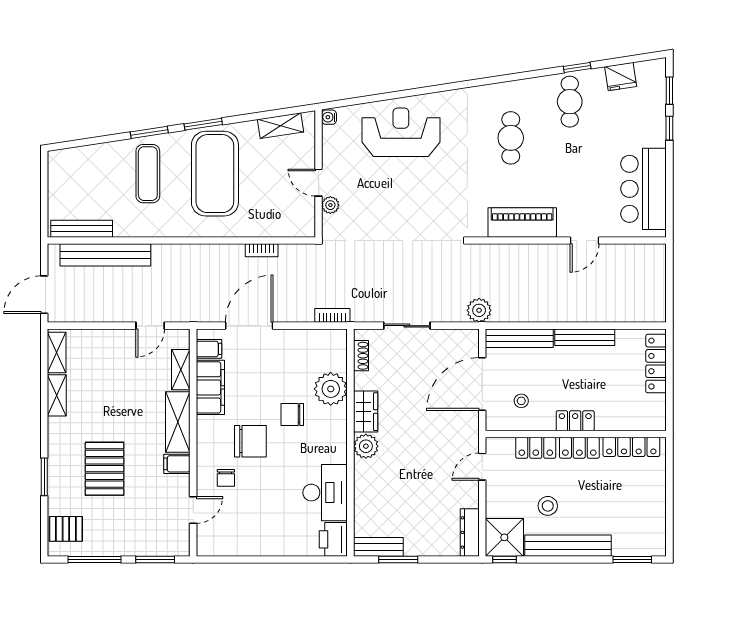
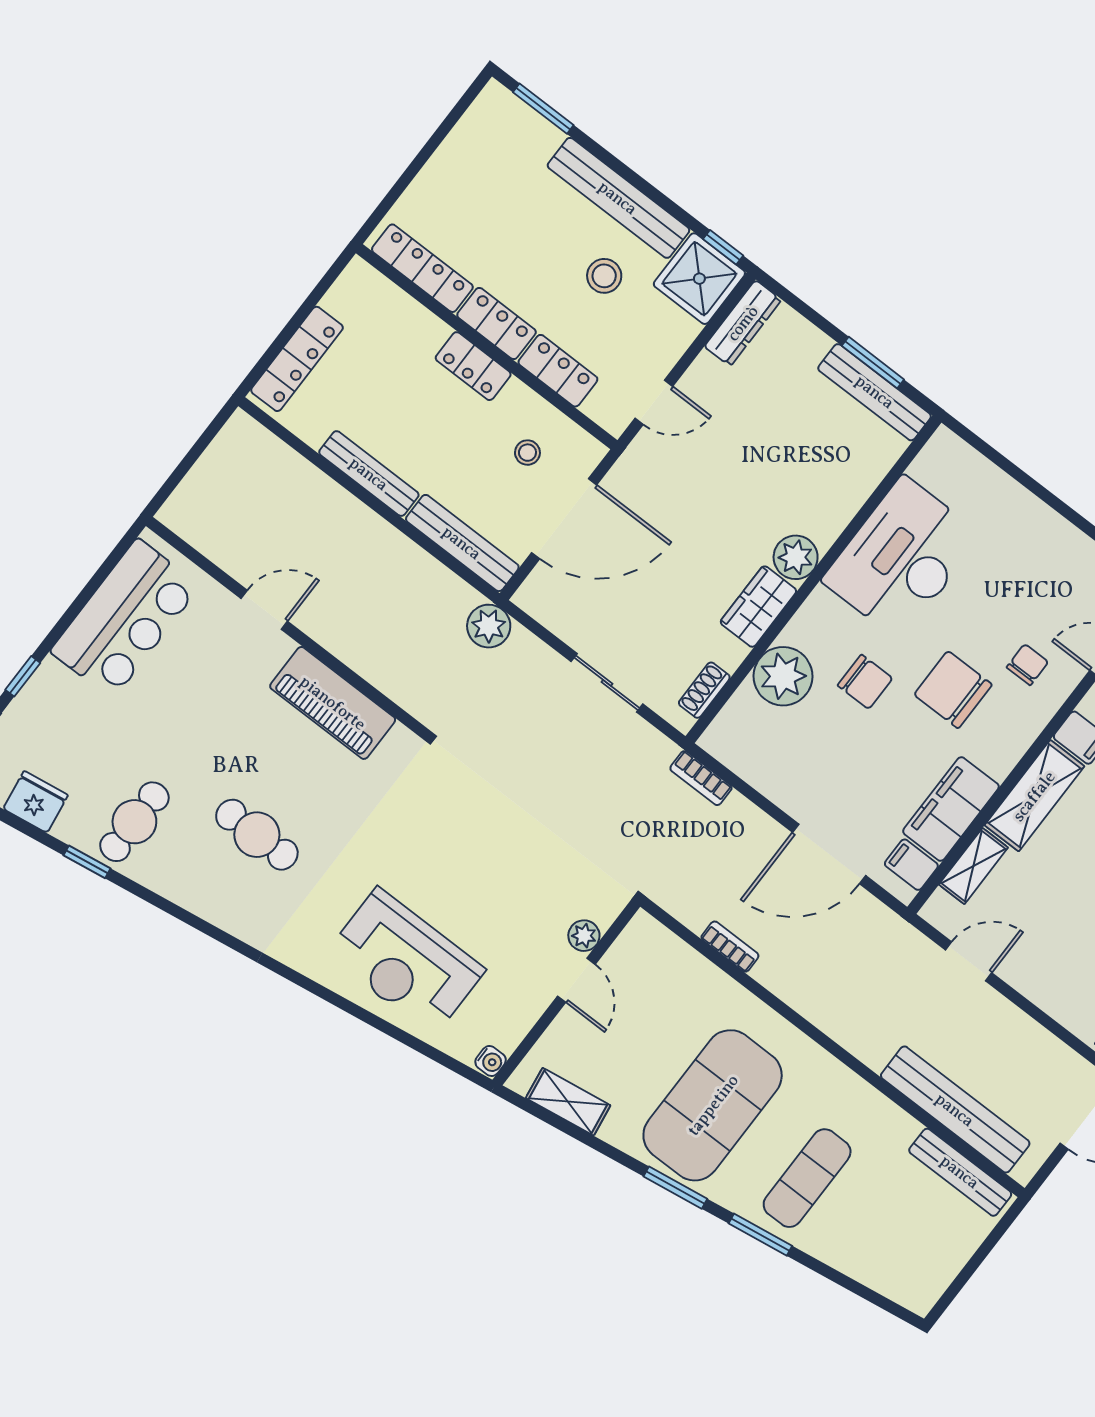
cafe table: (511, 138) -> (257, 835), turned 90
desk: (325, 493) -> (902, 558), width x1.36, depth x1.30
printer: (333, 539) -> (943, 461), removed
bench: (378, 547) -> (875, 392), width x1.36

